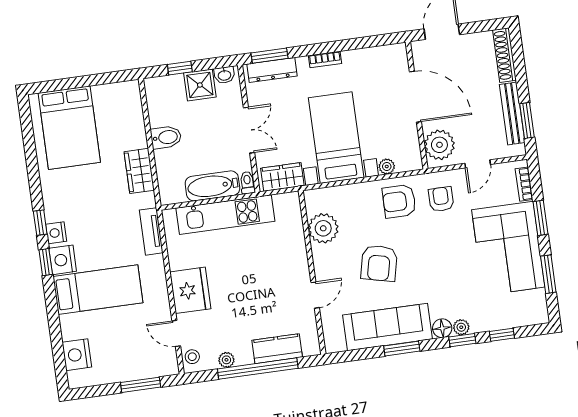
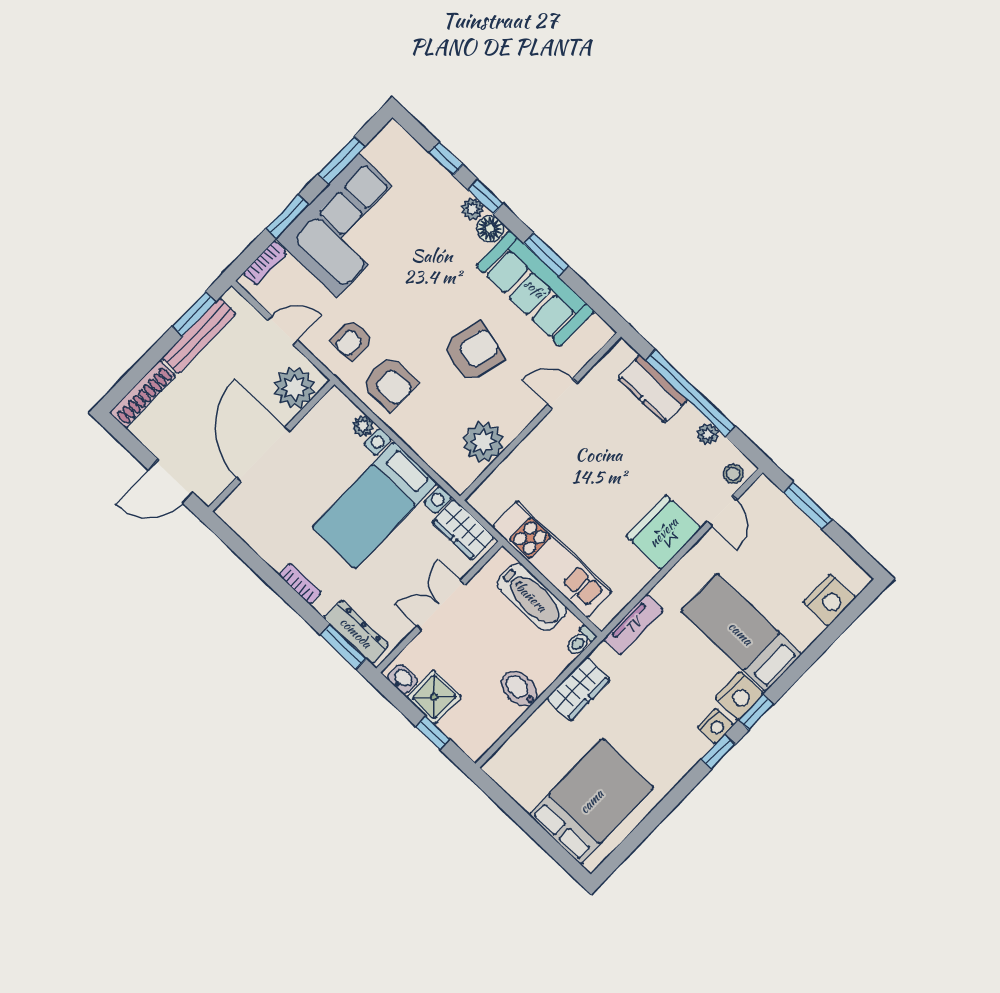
toilet: (247, 183) -> (581, 641), moved

